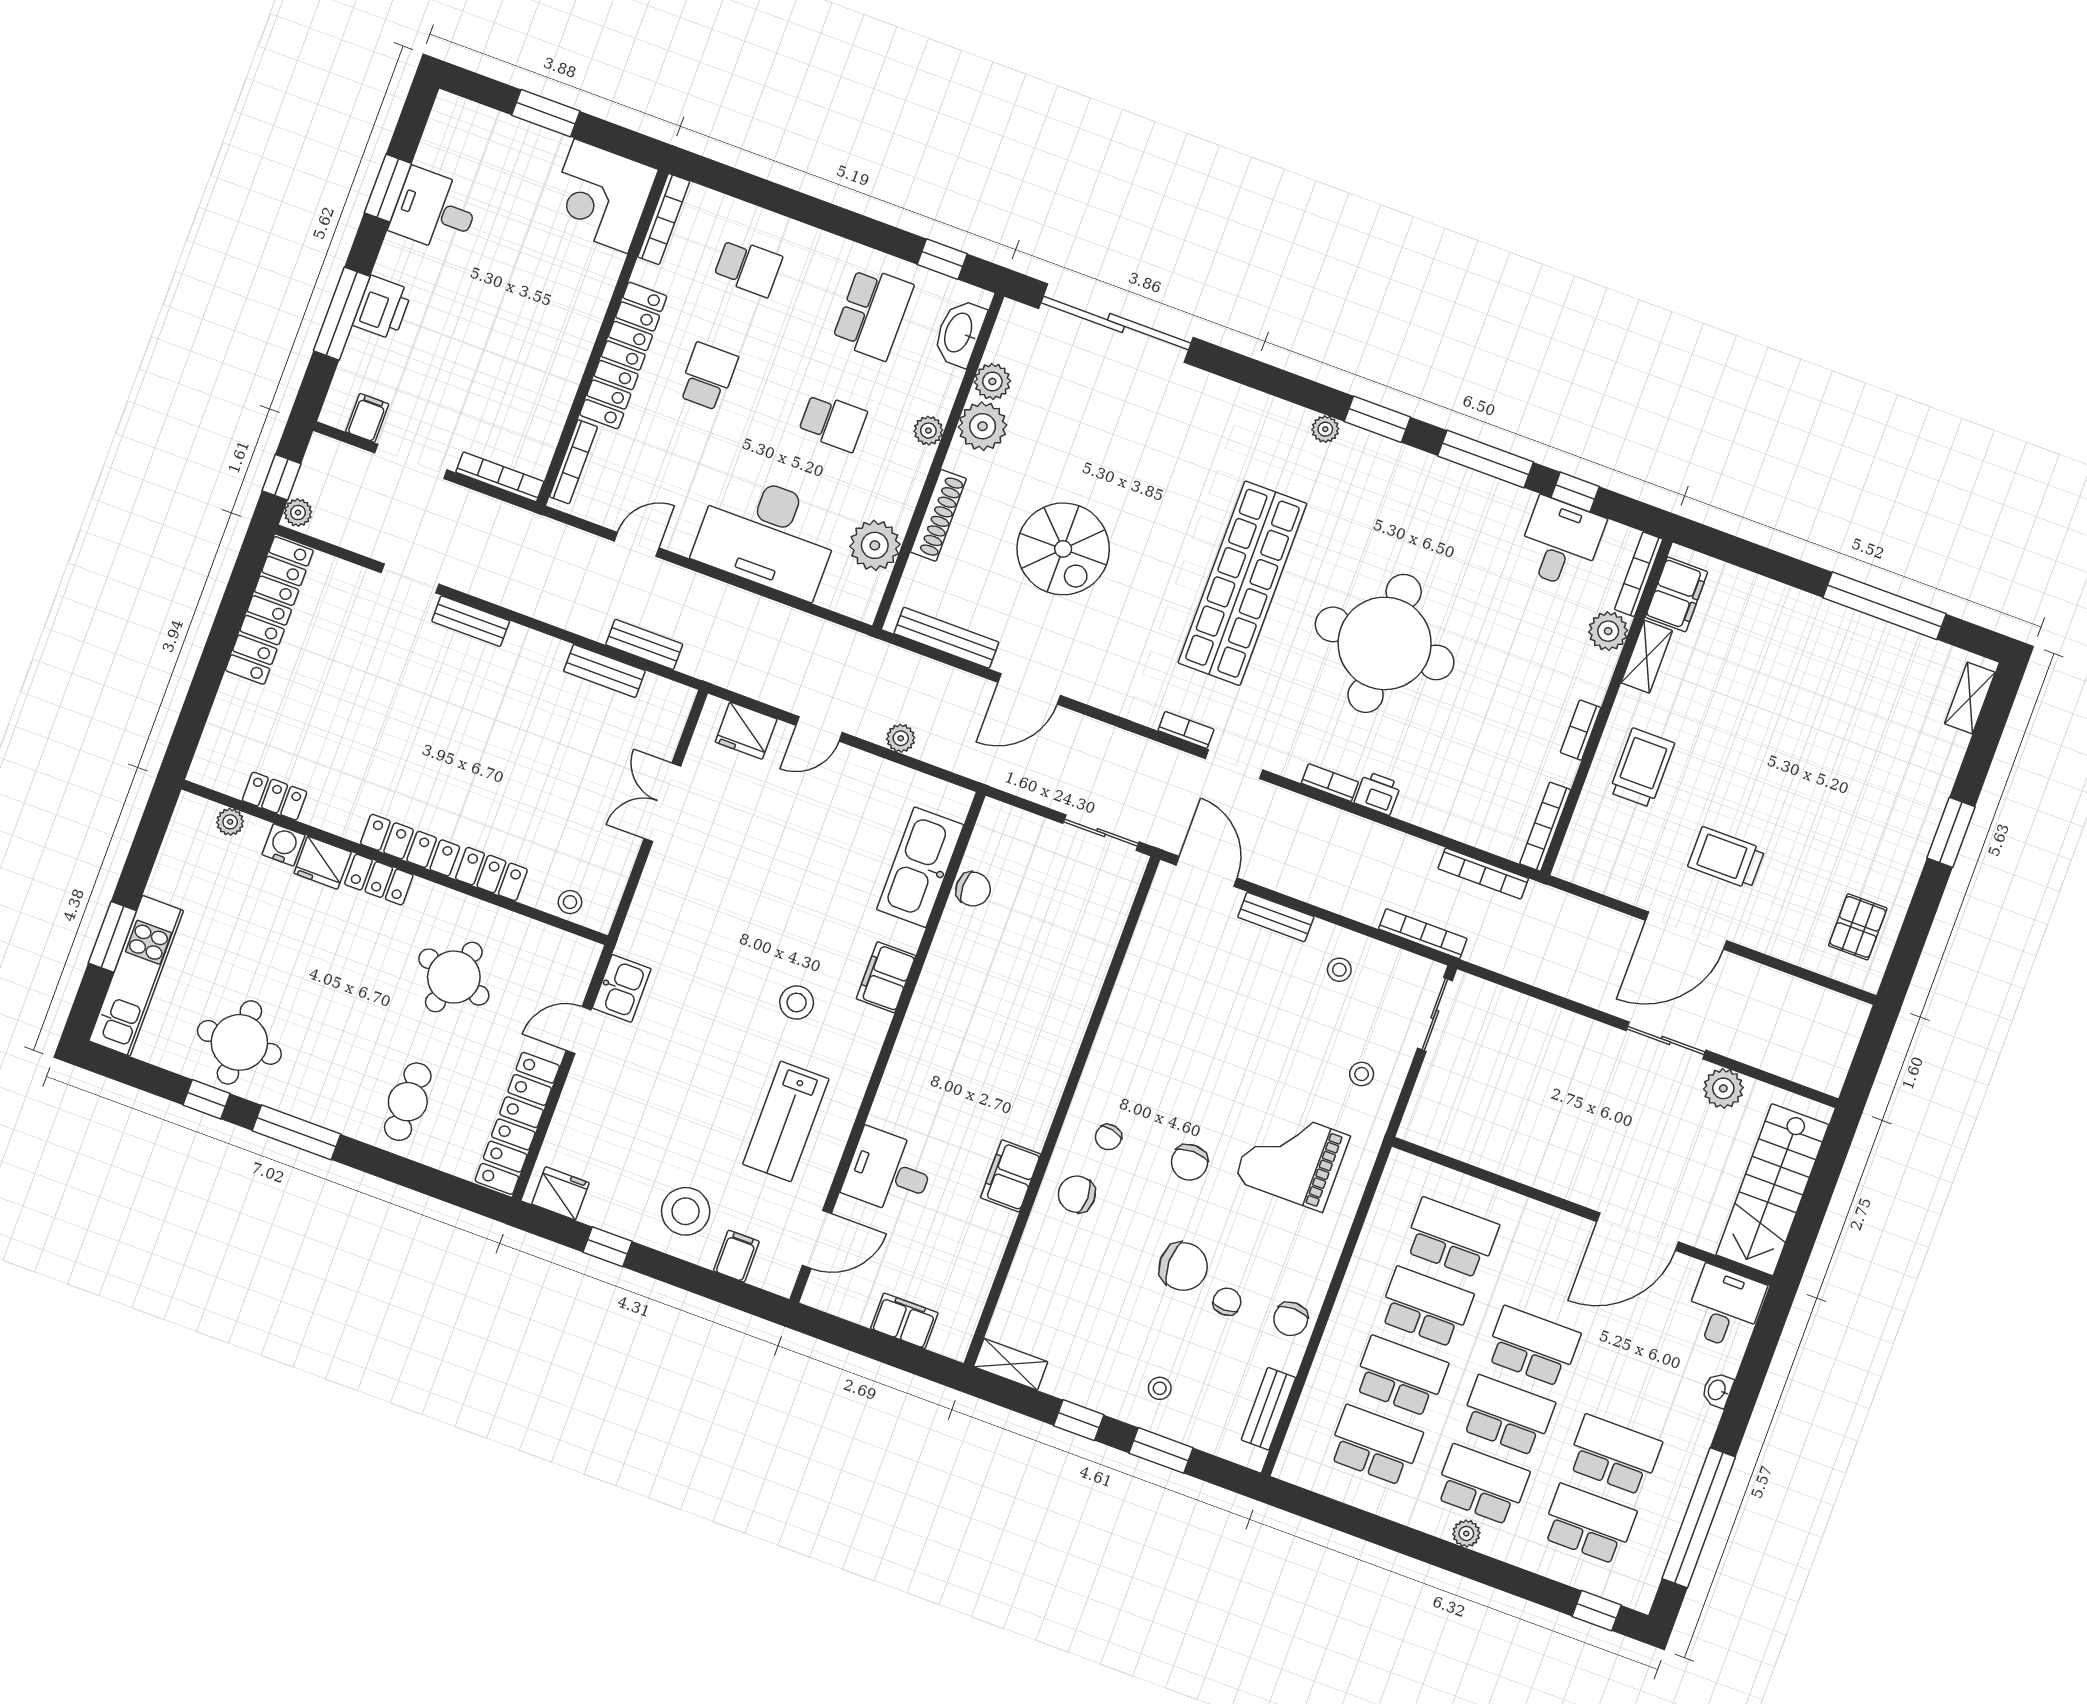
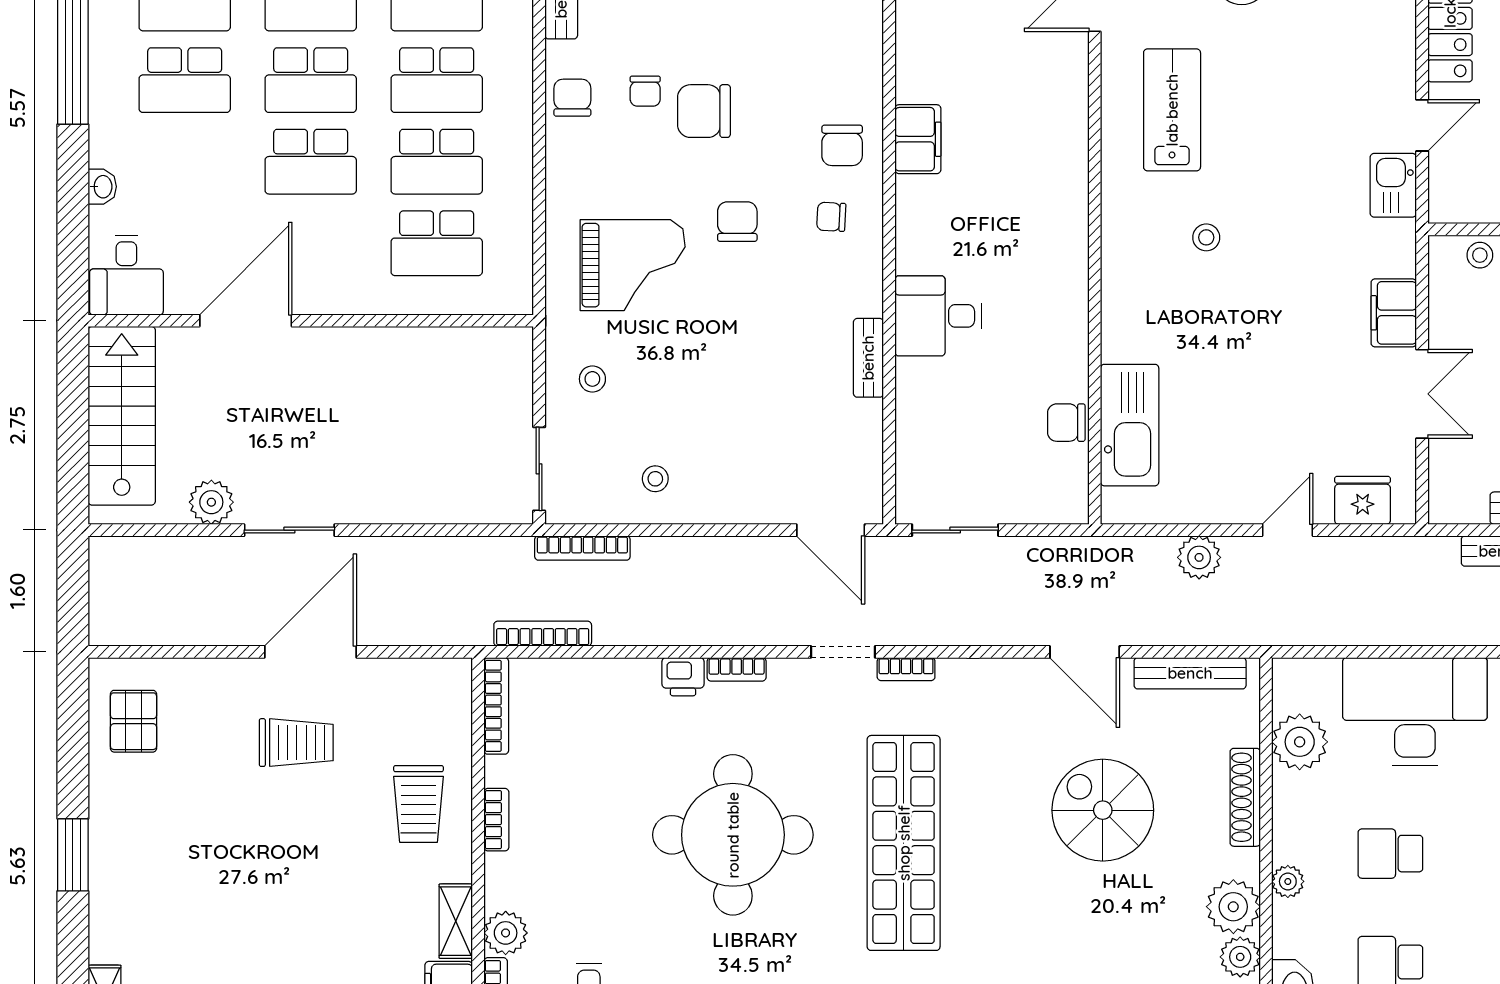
door: (1029, 689) -> (1085, 652), swing flipped
plant: (901, 738) -> (1199, 557), width x1.38, depth x1.38
bench: (1276, 917) -> (868, 358), moved, turned 90
filing cabinet: (886, 977) -> (1394, 313), moved, turned 180
stool: (797, 1002) -> (1206, 237), width x0.73, depth x0.73
chair: (1108, 1137) -> (831, 217), turned -99
desk: (889, 1172) -> (938, 316), moved, turned 180
chair: (1077, 1194) -> (842, 145), turned 90

